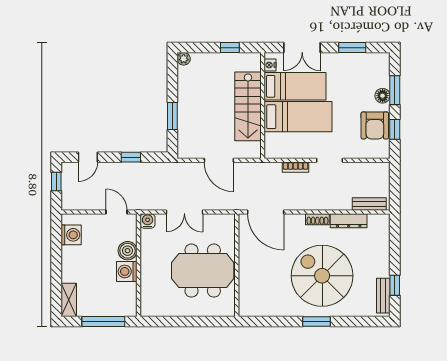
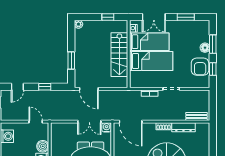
door: (219, 160) -> (89, 89), moved
double door: (184, 212) -> (89, 122), moved
water cooler: (148, 221) -> (107, 127), moved

